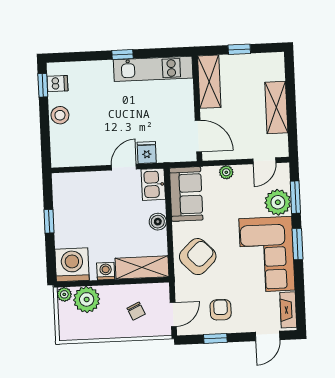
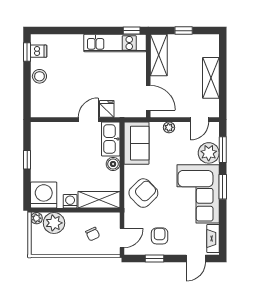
window: (122, 55) -> (132, 31), moved
kitchen sink: (153, 184) -> (111, 139), width x1.38

